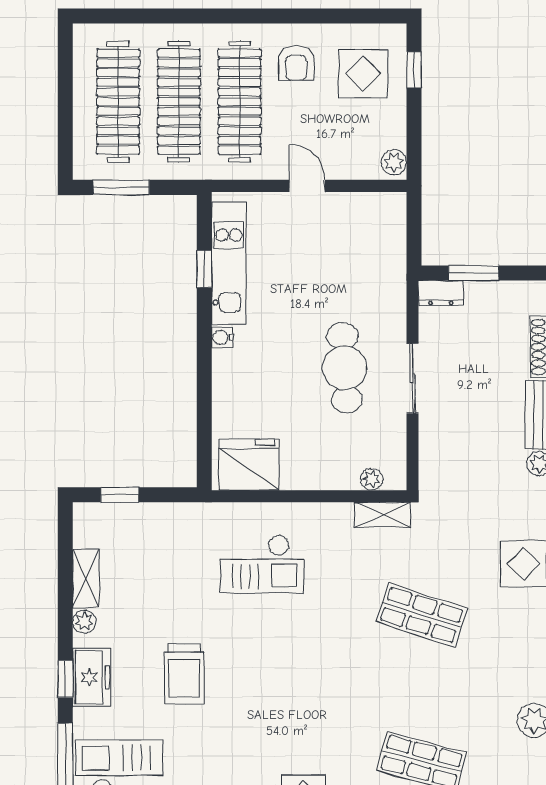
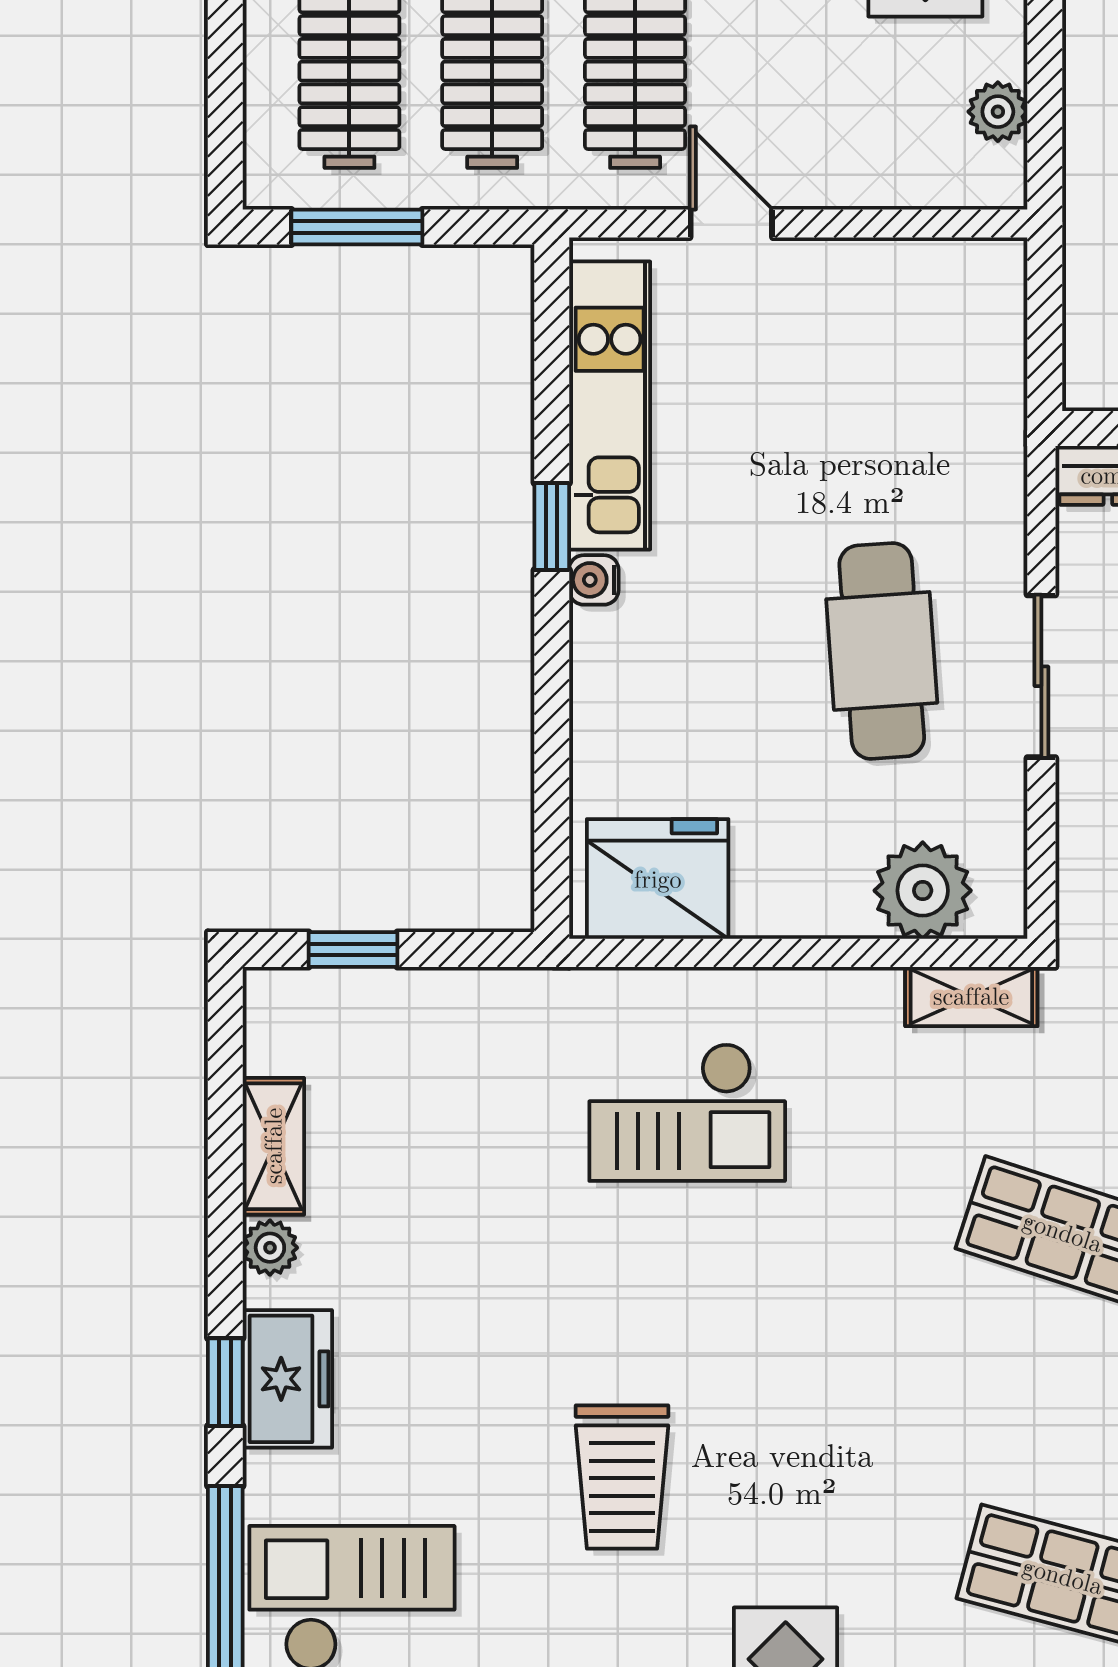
plant: (394, 162) -> (998, 112), moved
door: (307, 186) -> (731, 224), moved
window: (204, 269) -> (552, 526), moved
plant: (372, 479) -> (923, 891), width x1.88, depth x1.88
trolley: (184, 674) -> (622, 1477), moved

